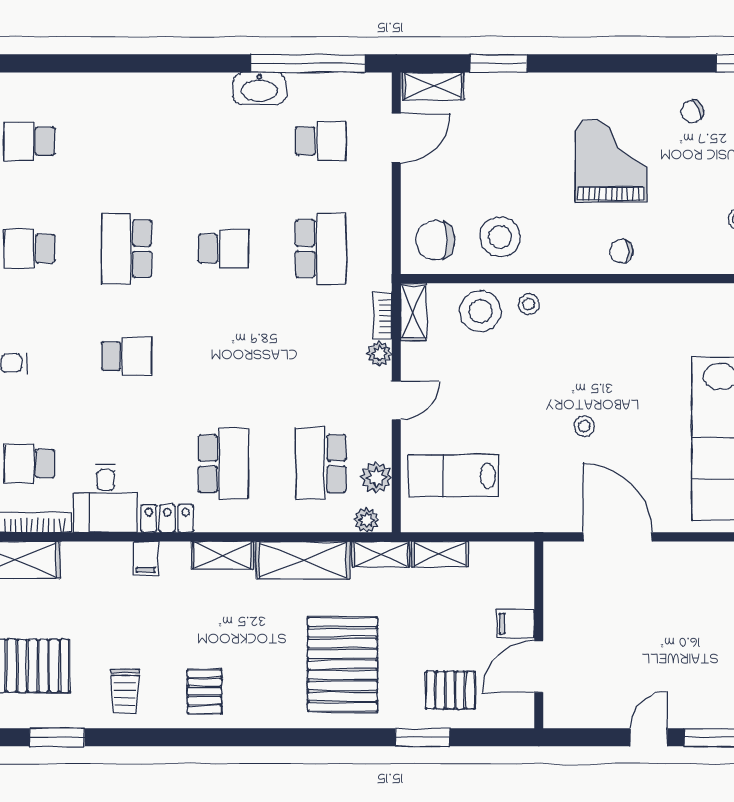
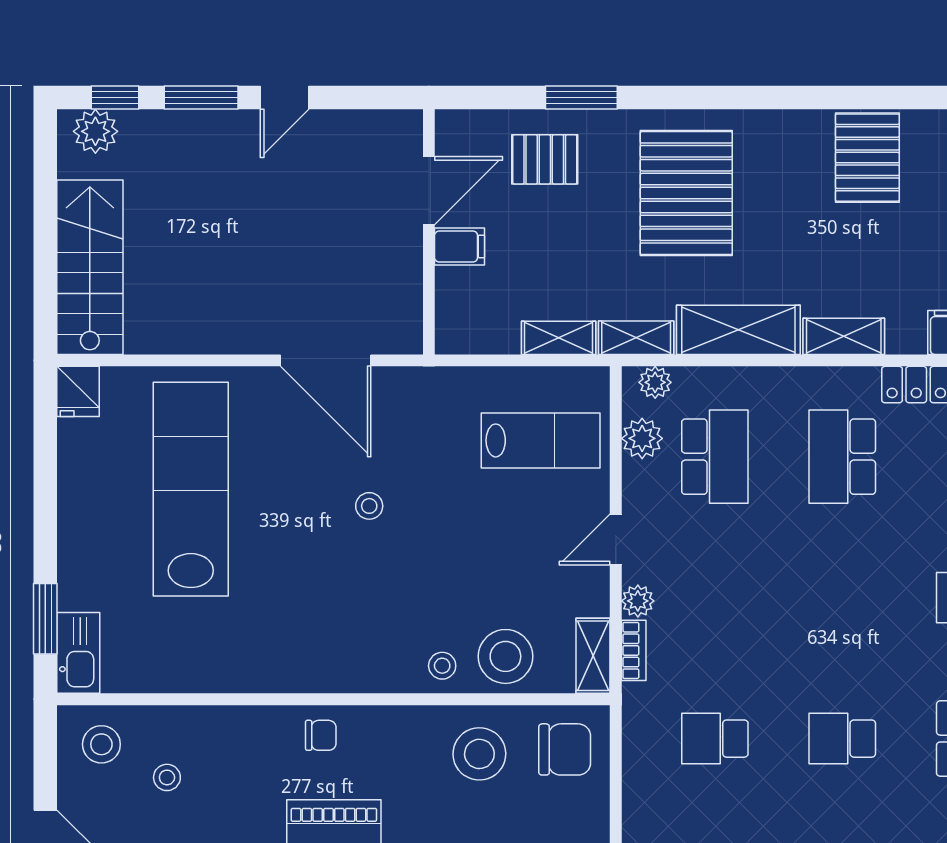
school desk: (321, 249) -> (715, 739), width x0.54
pallet: (205, 692) -> (867, 158), width x1.50, depth x1.42

